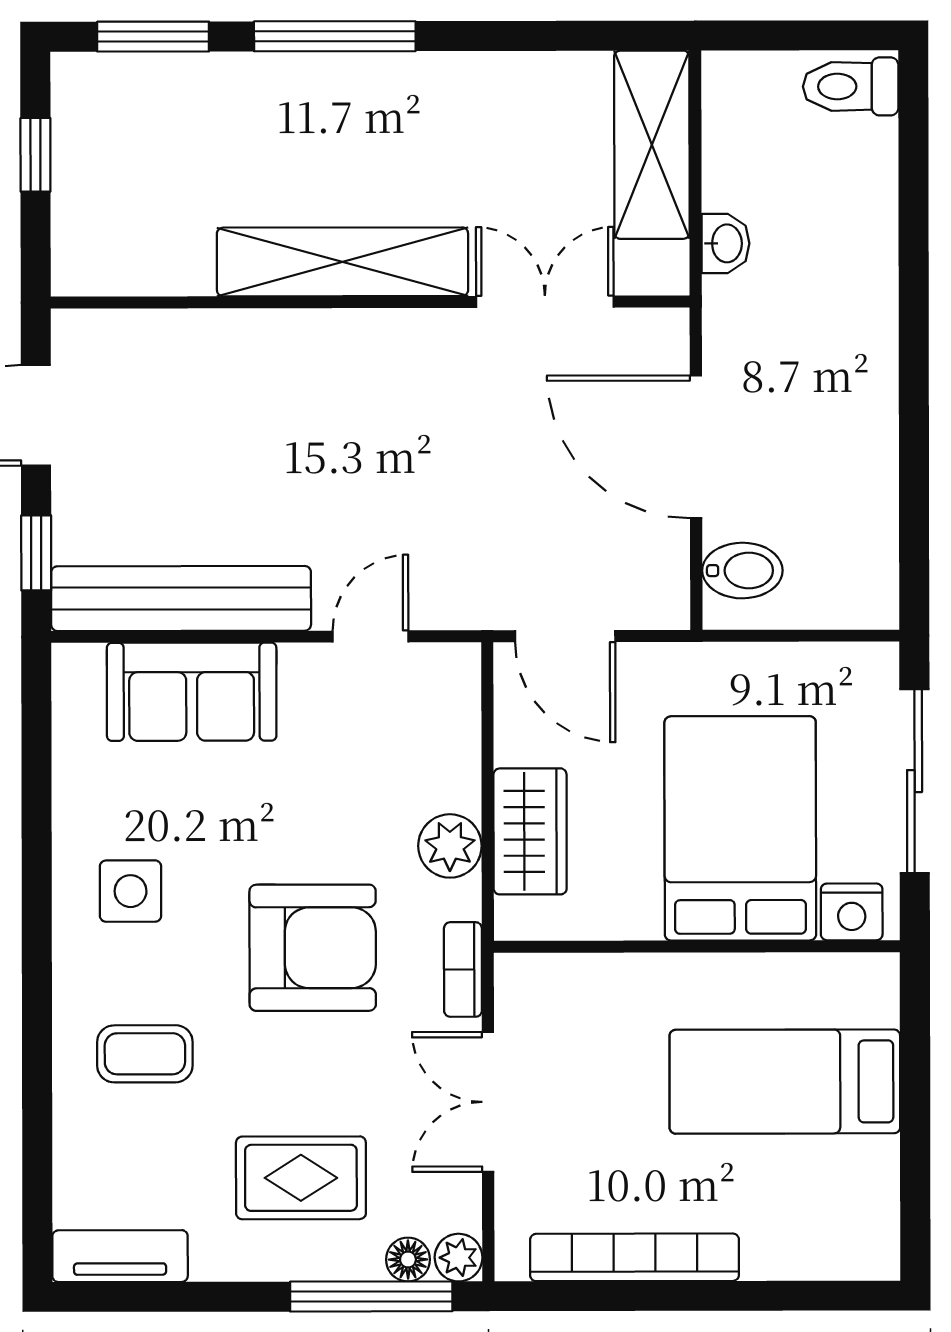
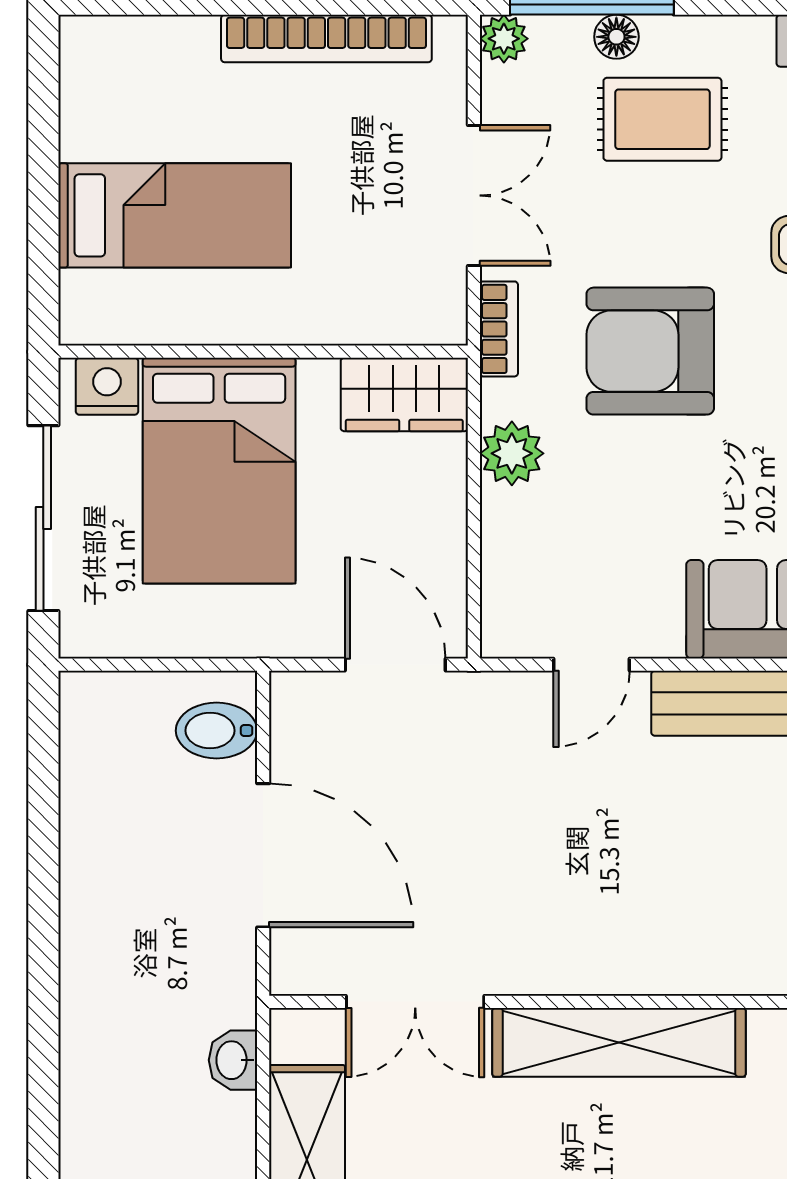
wardrobe: (530, 831) -> (404, 395), moved, turned -90
floor lamp: (408, 1260) -> (616, 37), moved

